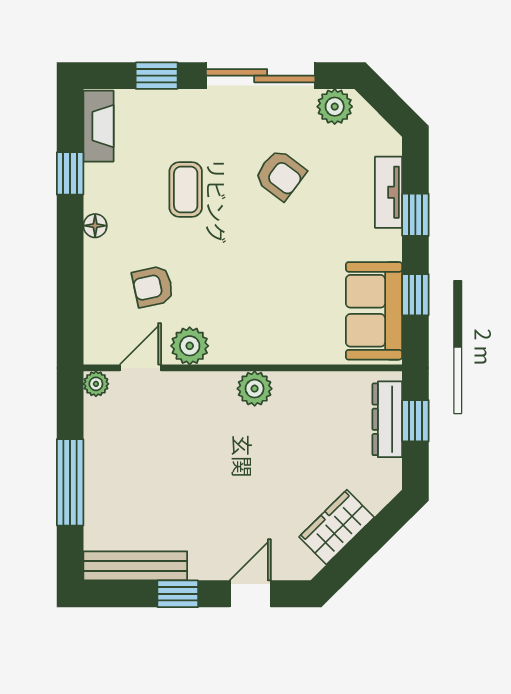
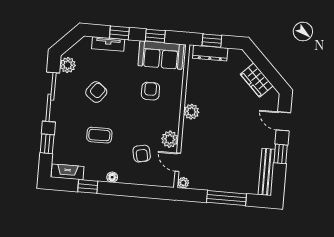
armchair: (292, 294) -> (150, 91), added

